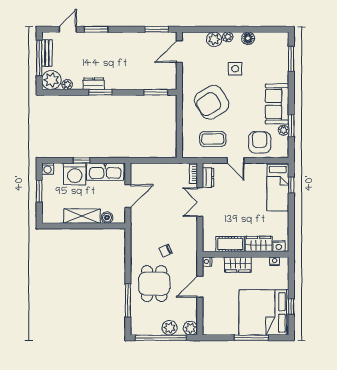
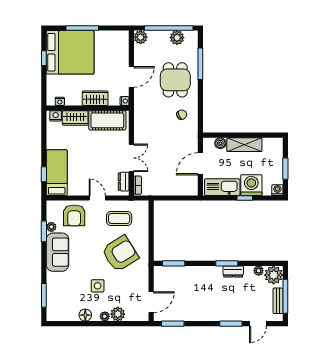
cot: (230, 244) -> (107, 120), width x1.37, depth x1.34
chair: (166, 251) -> (182, 115), moved
plant: (170, 328) -> (177, 38), moved

